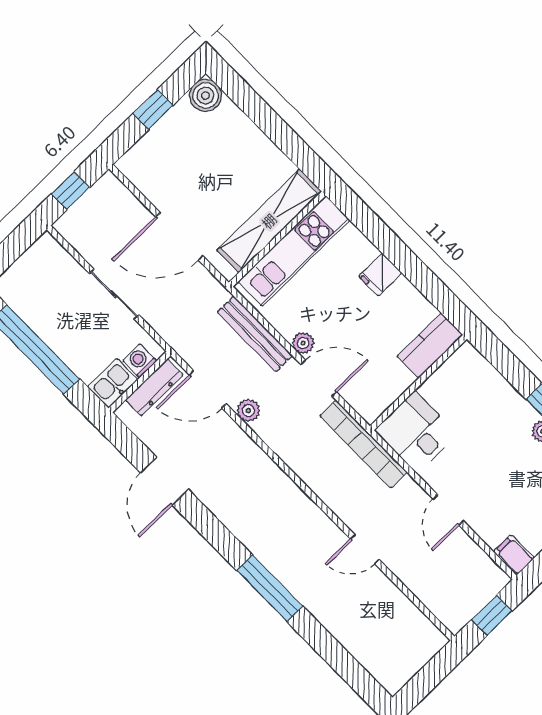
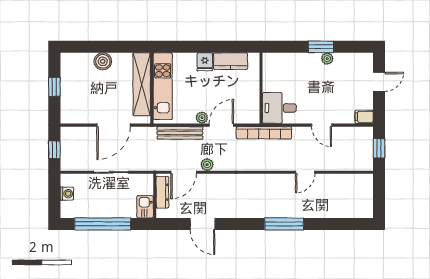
boiler: (205, 95) -> (103, 61), moved
kitchen counter: (430, 346) -> (231, 61), moved, turned -90
washing machine: (140, 361) -> (67, 194), moved, turned 180

